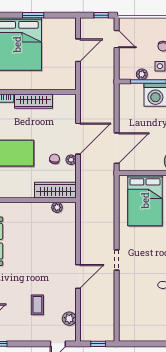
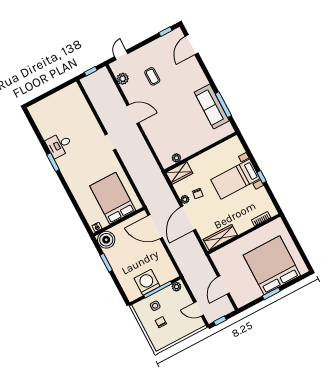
plant: (142, 74) -> (177, 287), moved
wardrobe: (33, 101) -> (220, 237), moved
door: (117, 148) -> (155, 227), hinge flipped
wardrobe: (55, 190) -> (179, 173), width x0.67
door: (78, 276) -> (133, 114), swing flipped

